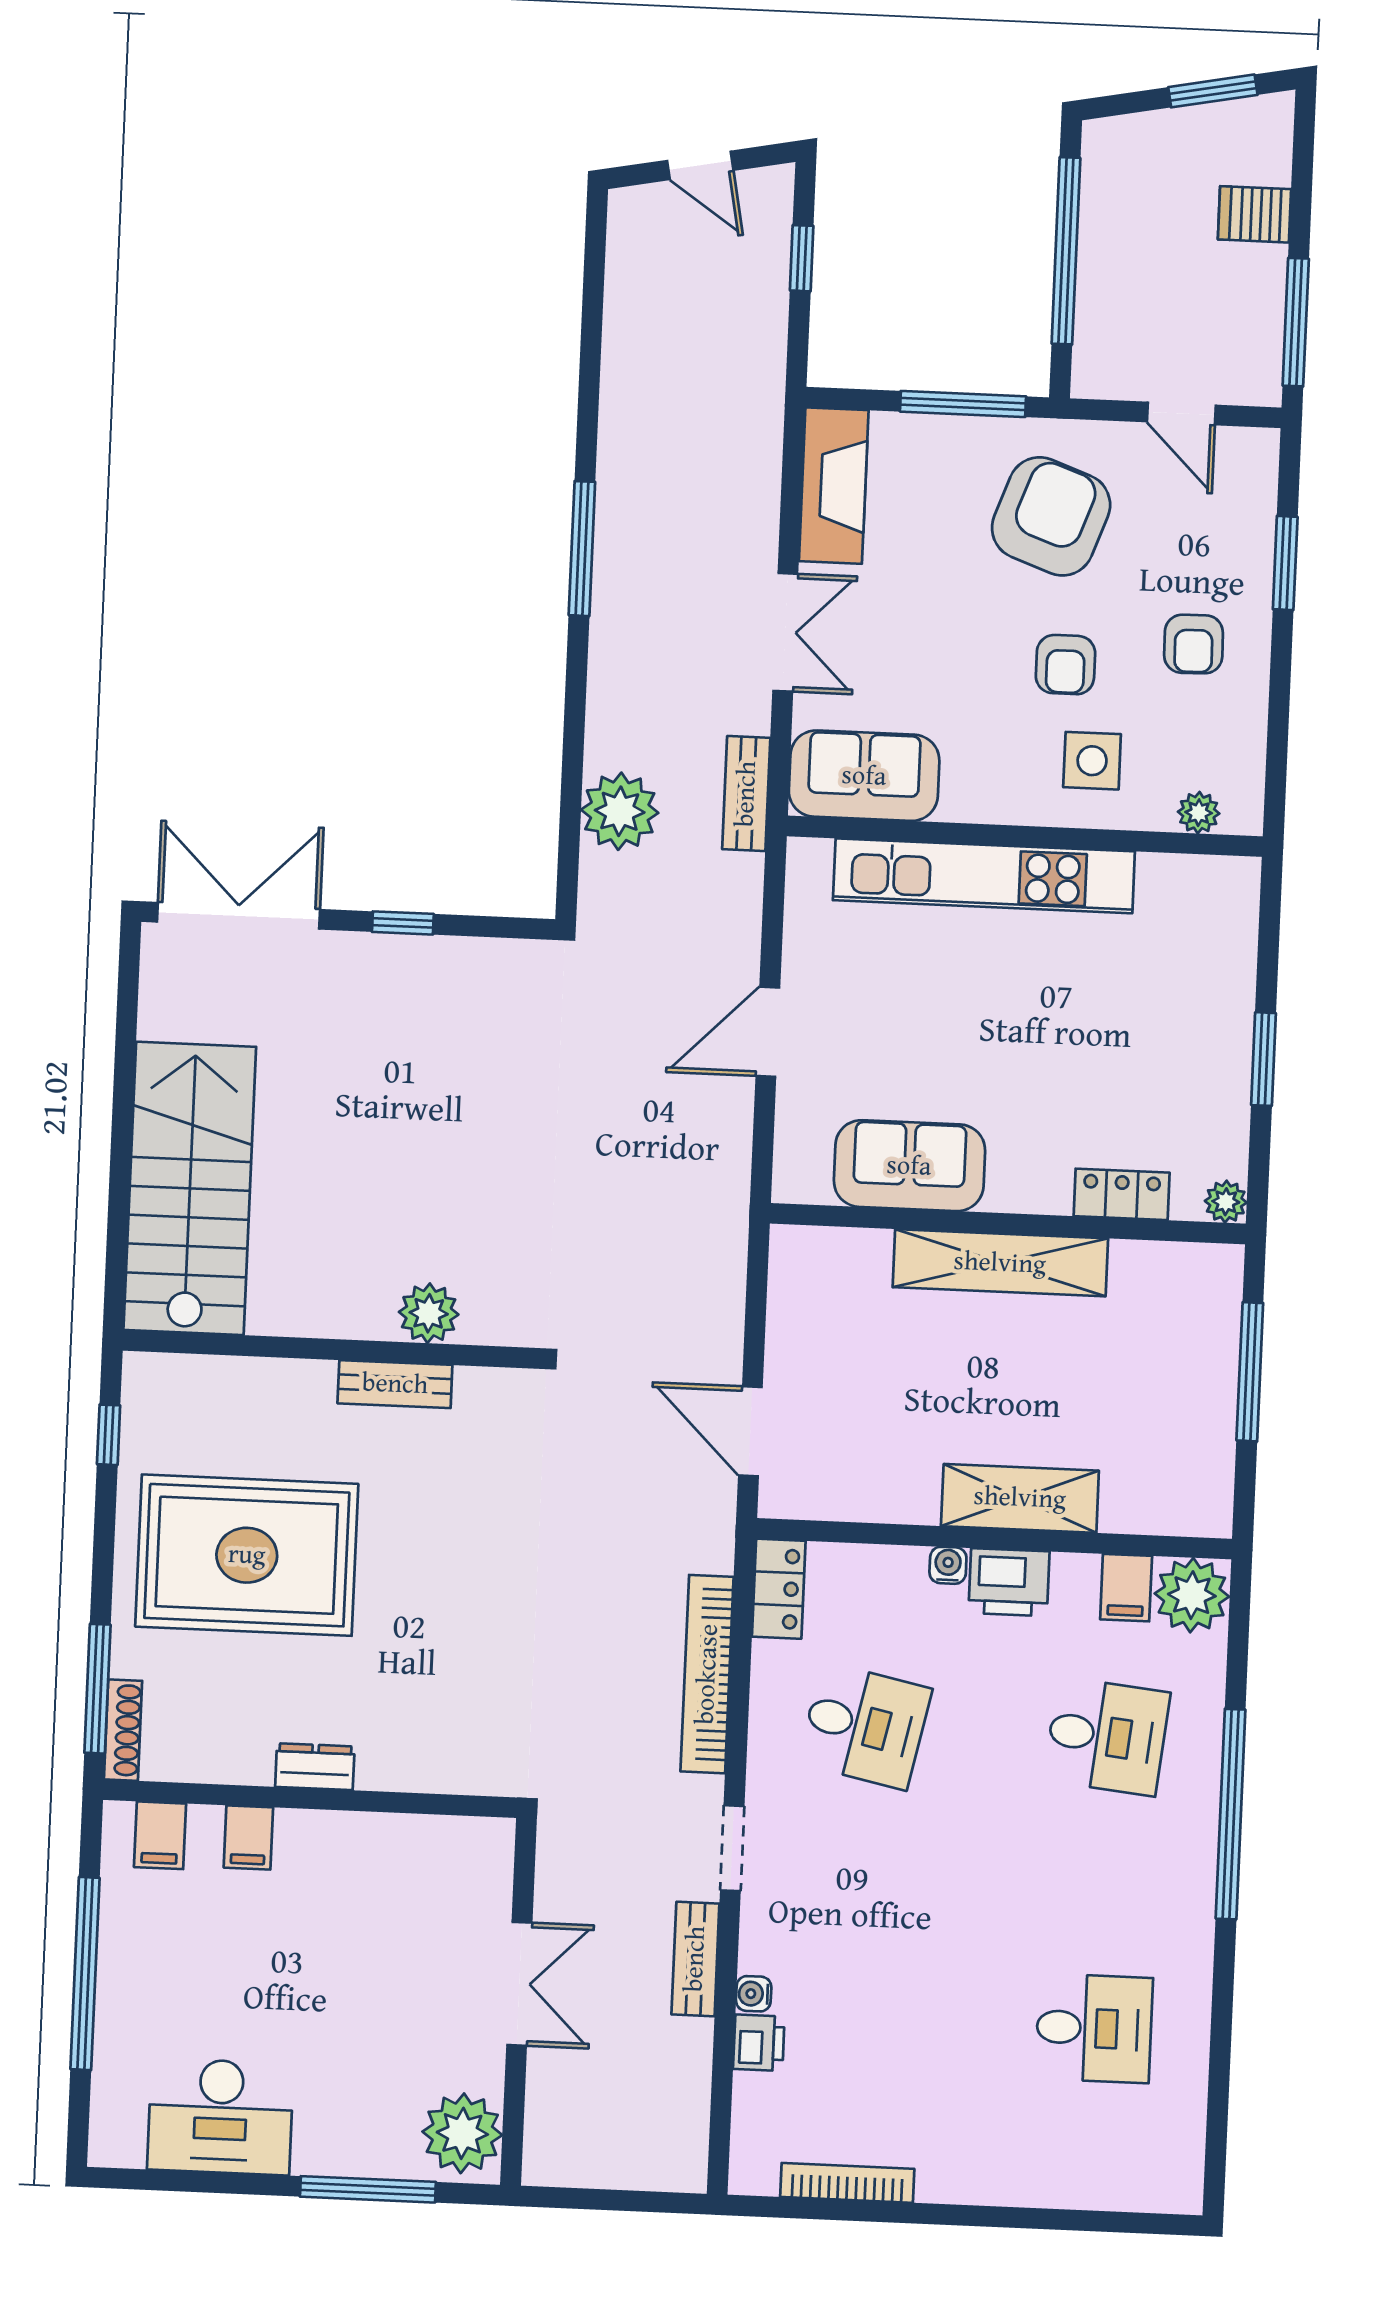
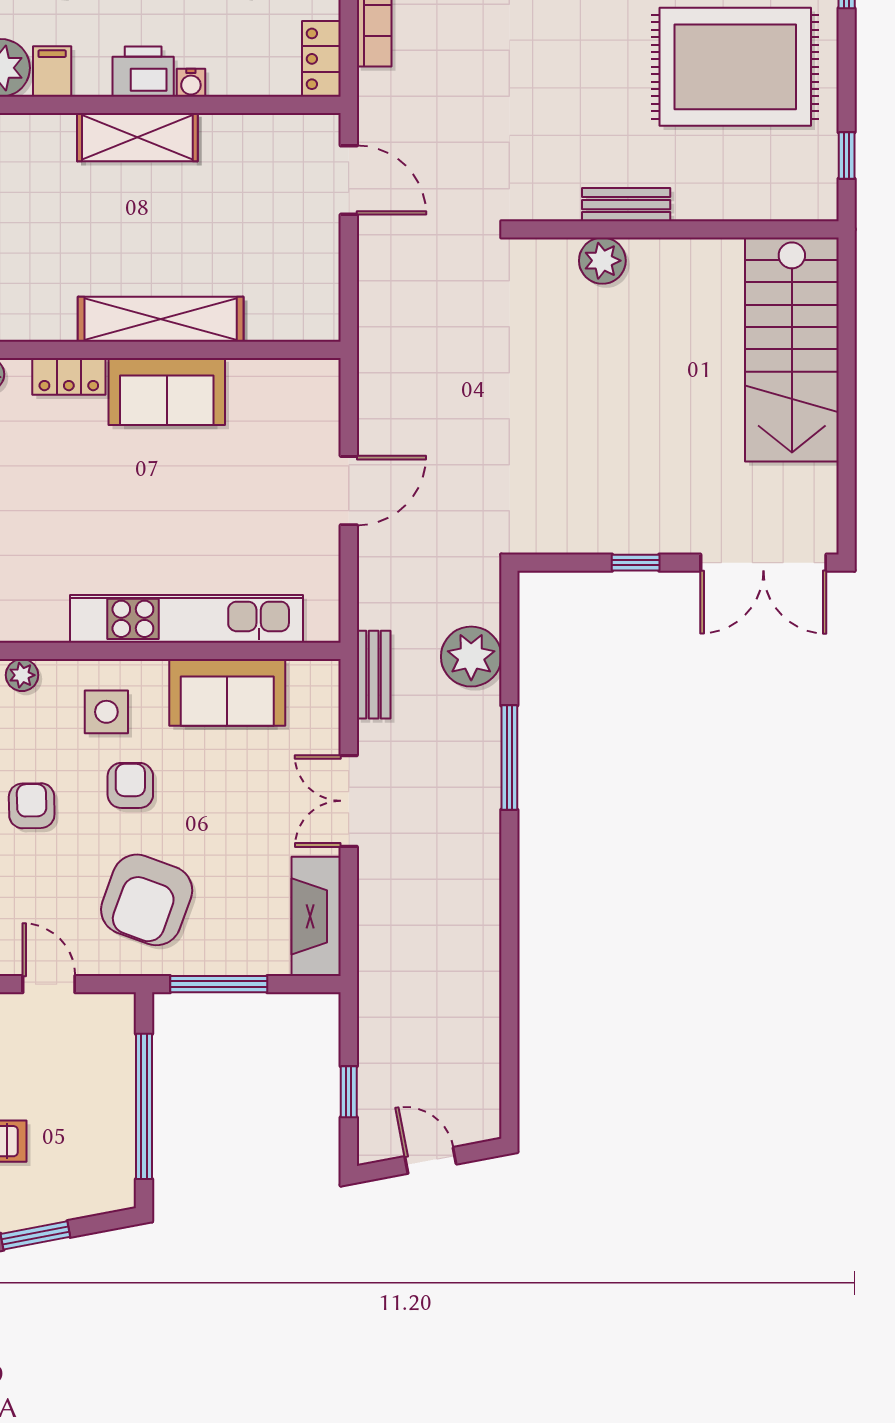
window: (582, 549) -> (509, 758), moved
sofa: (864, 776) -> (227, 692), moved
sofa: (909, 1166) -> (167, 391), moved

